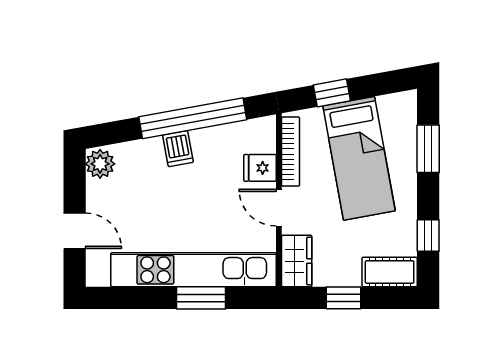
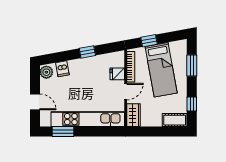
window: (193, 118) -> (87, 52), width x0.32
dishwasher: (178, 149) -> (62, 69), moved
door: (279, 208) -> (126, 92), swing flipped
window: (201, 298) -> (63, 132), moved
window: (344, 298) -> (154, 132), removed

